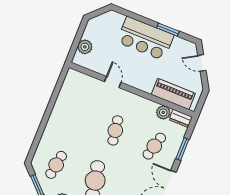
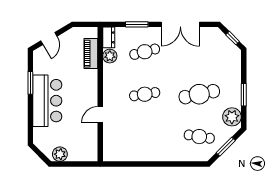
plant: (85, 47) -> (60, 154), moved
piano: (173, 94) -> (91, 54), width x0.73, depth x0.75
cafe table: (154, 146) -> (145, 52), turned -30

